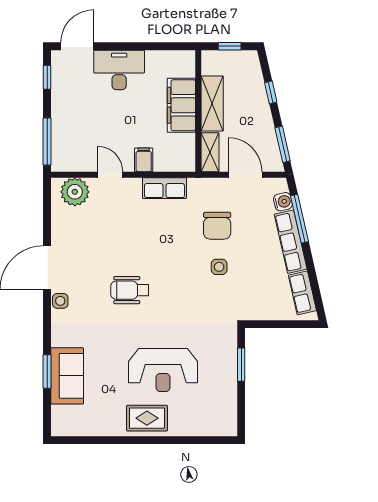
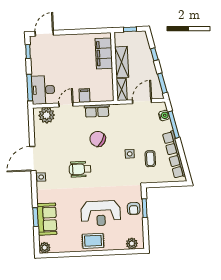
desk: (119, 70) -> (43, 90), moved, turned -90
filing cabinet: (181, 105) -> (104, 53), moved
door: (110, 175) -> (66, 105), hinge flipped
door: (245, 175) -> (142, 101), hinge flipped
chair: (217, 226) -> (98, 139), moved, turned 121
row of seats: (291, 242) -> (171, 143), width x0.68
coffee table: (255, 277) -> (150, 159), added
armchair: (222, 364) -> (134, 209), added
plant: (61, 426) -> (45, 248), added
plant: (216, 426) -> (132, 244), added

